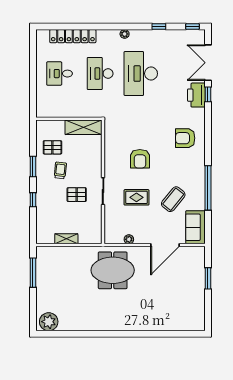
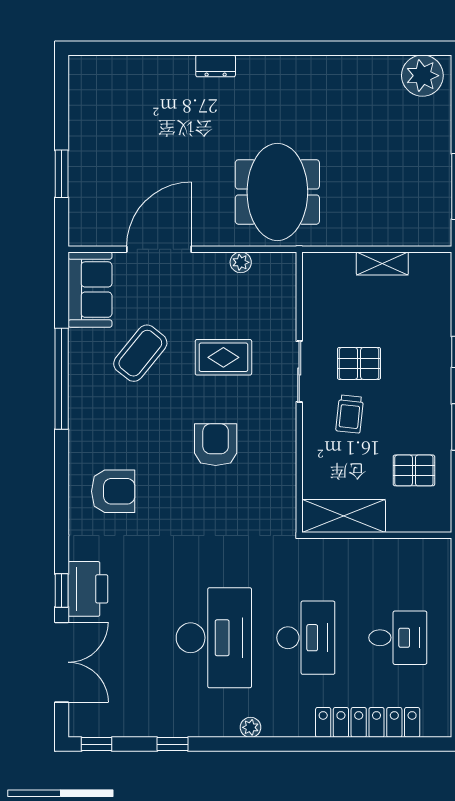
trolley: (60, 170) -> (350, 414), moved
meeting table: (113, 270) -> (277, 192), turned 90
dresser: (140, 326) -> (216, 66), added

